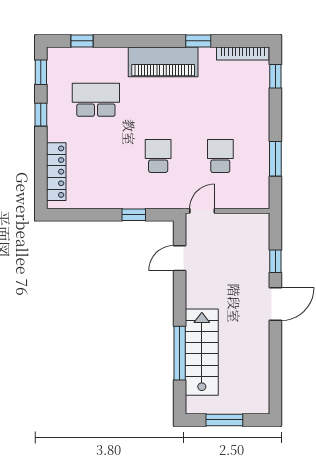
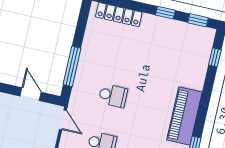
school desk: (96, 100) -> (167, 58), removed
window: (134, 215) -> (72, 66), width x2.17

